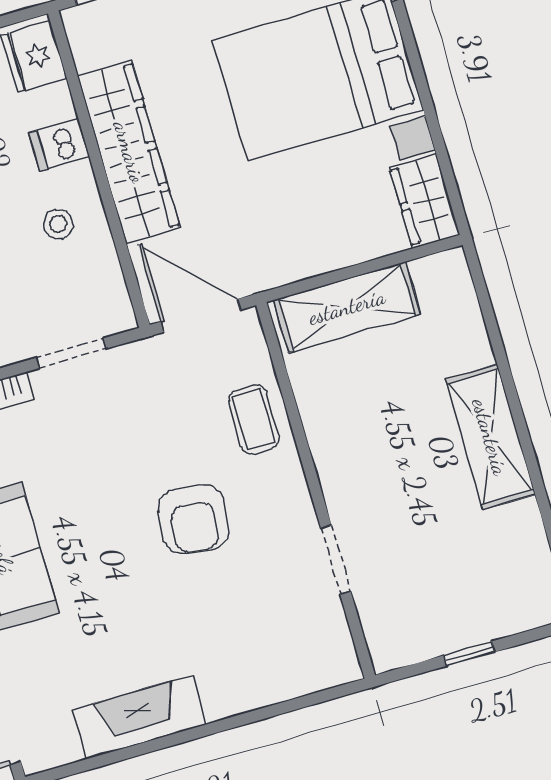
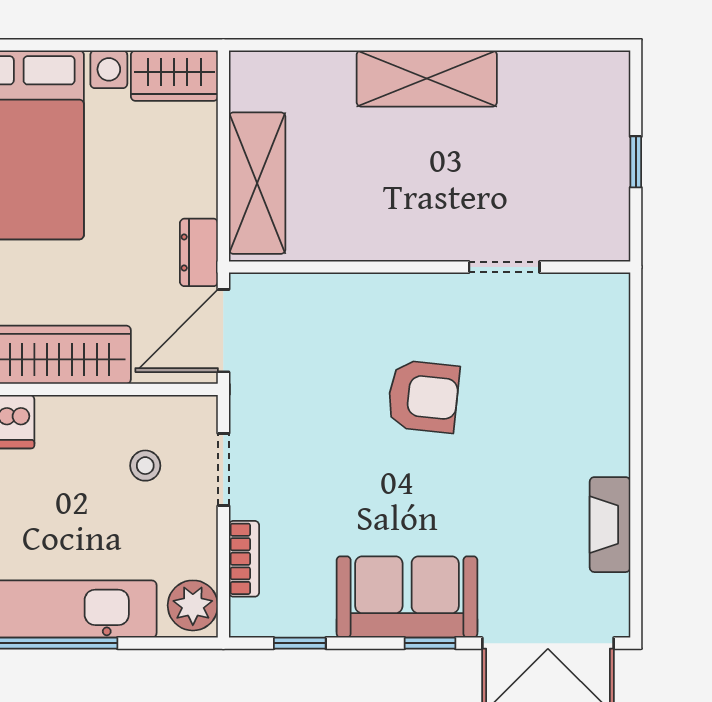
stool: (58, 224) -> (145, 466), moved
dresser: (267, 272) -> (199, 252), added
coffee table: (254, 420) -> (342, 308), removed
fireplace: (139, 717) -> (610, 525), width x0.73, depth x0.76

